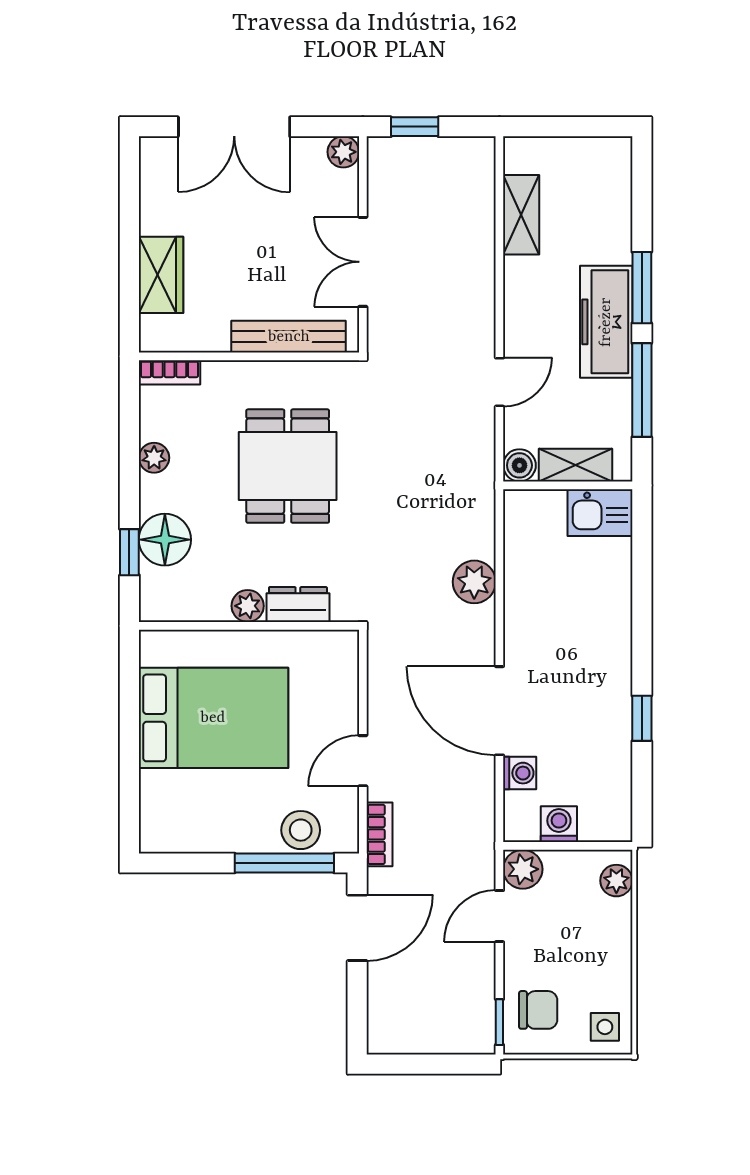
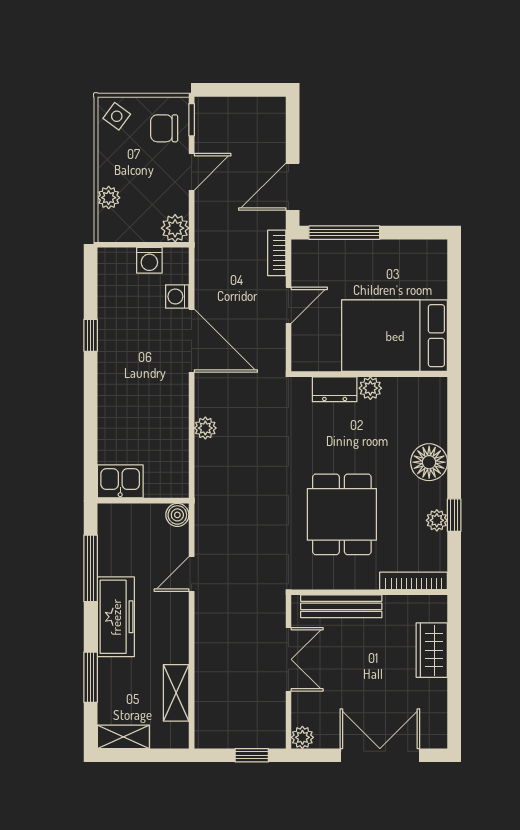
window: (642, 288) -> (91, 677), moved
bookcase: (169, 372) -> (414, 581), width x1.56
shelving: (576, 465) -> (123, 737), moved
window: (129, 552) -> (454, 515), moved
plant: (474, 582) -> (205, 428), width x0.73, depth x0.73
dresser: (298, 604) -> (335, 389), moved
plant: (248, 606) -> (370, 388), moved
wall: (249, 626) -> (369, 374), moved
stool: (301, 830) -> (333, 256), removed
plant: (616, 881) -> (109, 198), moved
door: (499, 916) -> (192, 172), moved
side table: (605, 1027) -> (117, 116), turned 36

